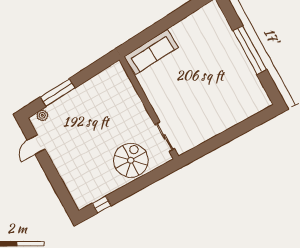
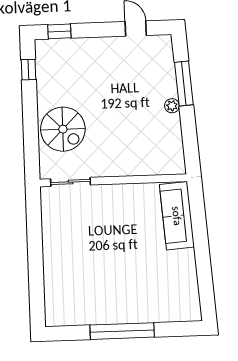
plant: (42, 115) -> (172, 106), moved
window: (65, 196) -> (59, 31), added

